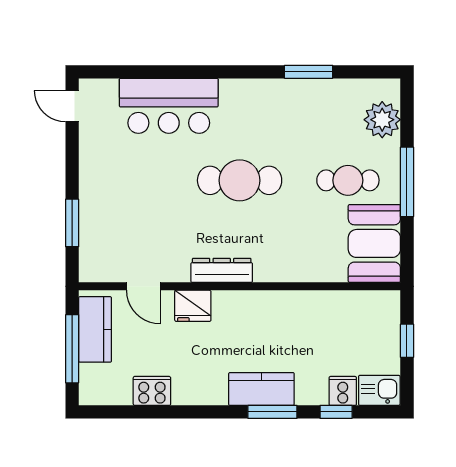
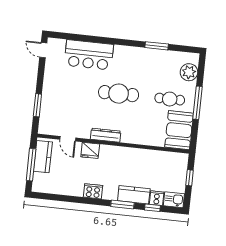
kitchen counter: (261, 389) -> (134, 195), moved
cooker: (152, 391) -> (93, 191), moved

